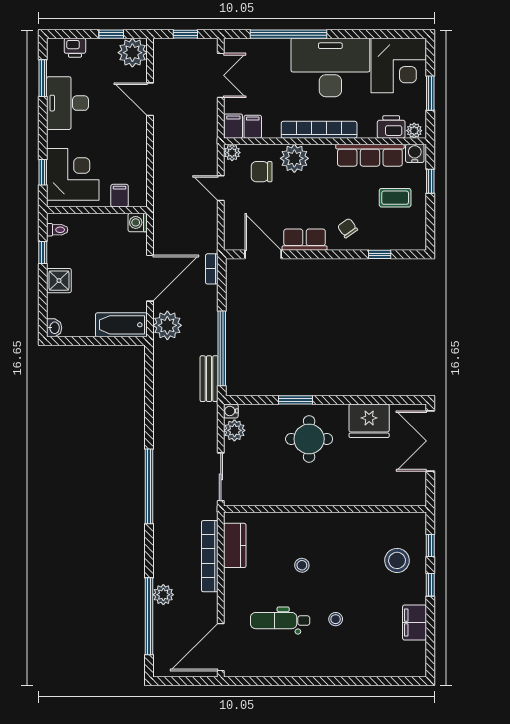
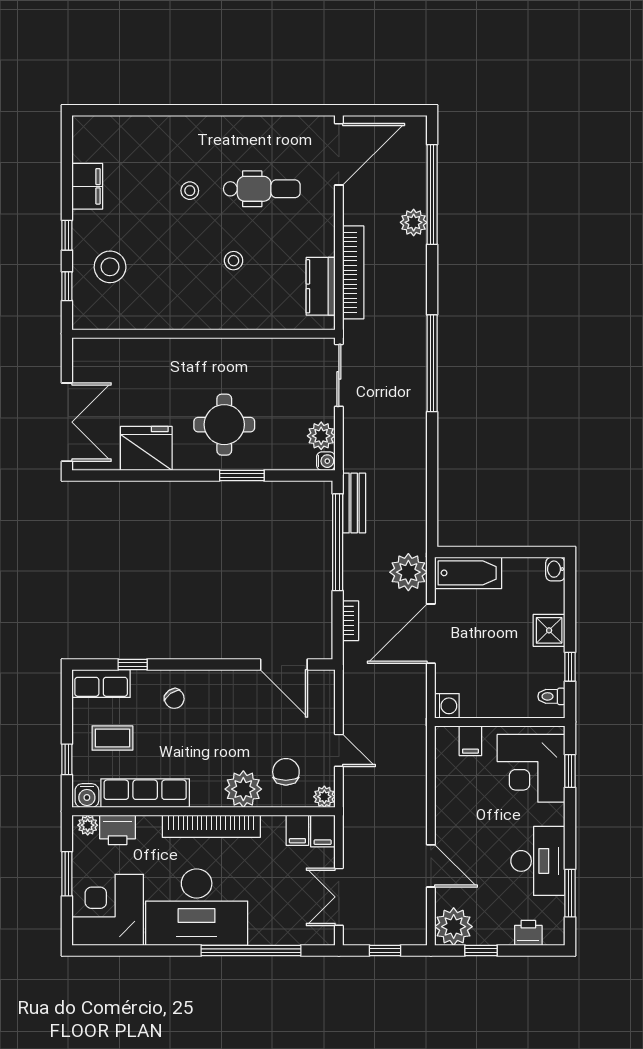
chair: (262, 172) -> (286, 772), turned -90
row of seats: (305, 240) -> (101, 683), moved
bookcase: (212, 269) -> (351, 621), moved

